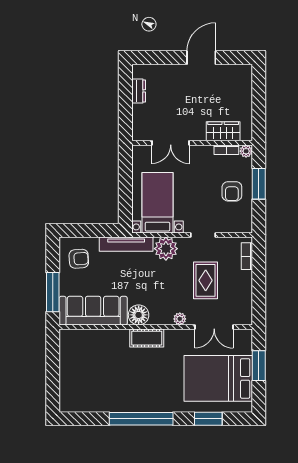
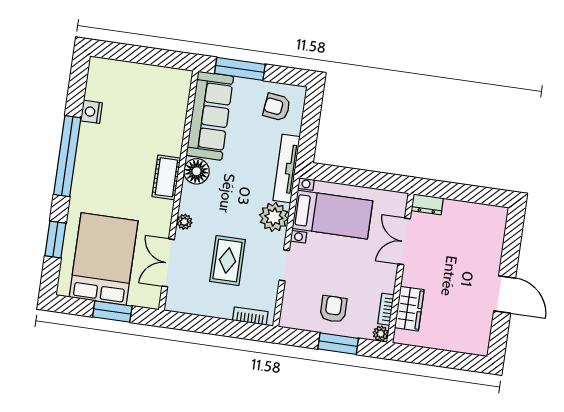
dresser: (139, 91) -> (427, 204), moved
armchair: (232, 191) -> (333, 309), turned 90
armchair: (79, 259) -> (277, 107), turned 101
rug: (206, 280) -> (228, 260), turned 90
nightstand: (103, 405) -> (91, 112), added

